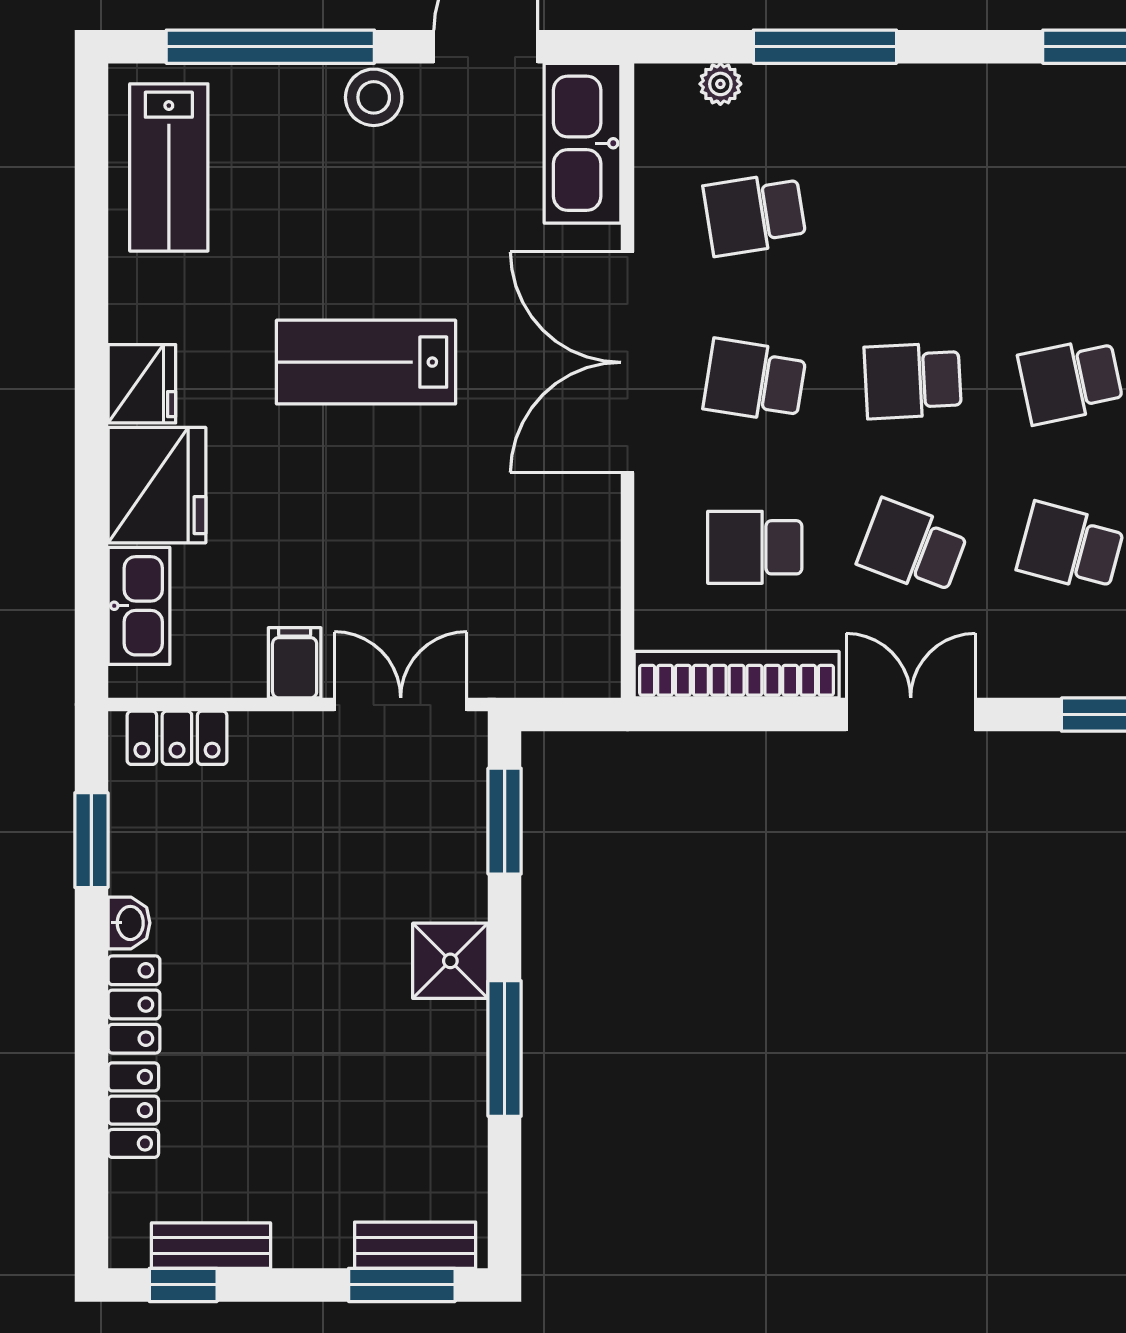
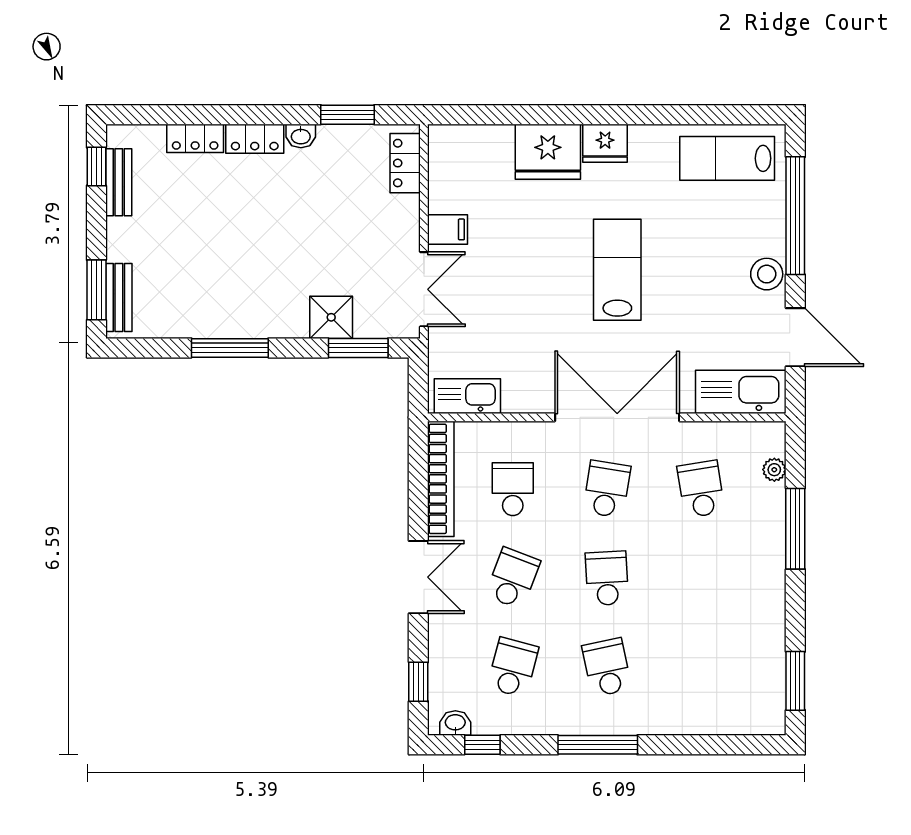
kitchen sink: (139, 606) -> (467, 396), moved, turned 180
shower: (450, 961) -> (331, 317), moved

